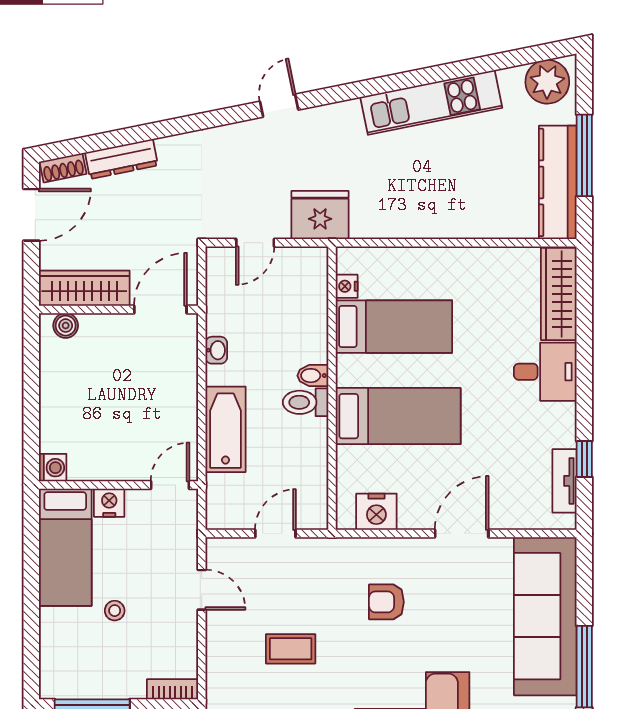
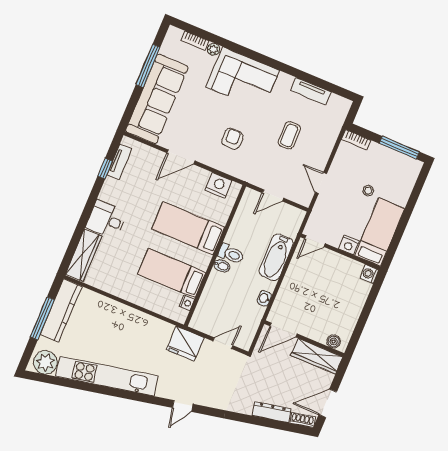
kitchen unit: (431, 102) -> (107, 376), width x1.36
armchair: (386, 602) -> (232, 139), turned -90
coffee table: (291, 649) -> (289, 135), turned 90

